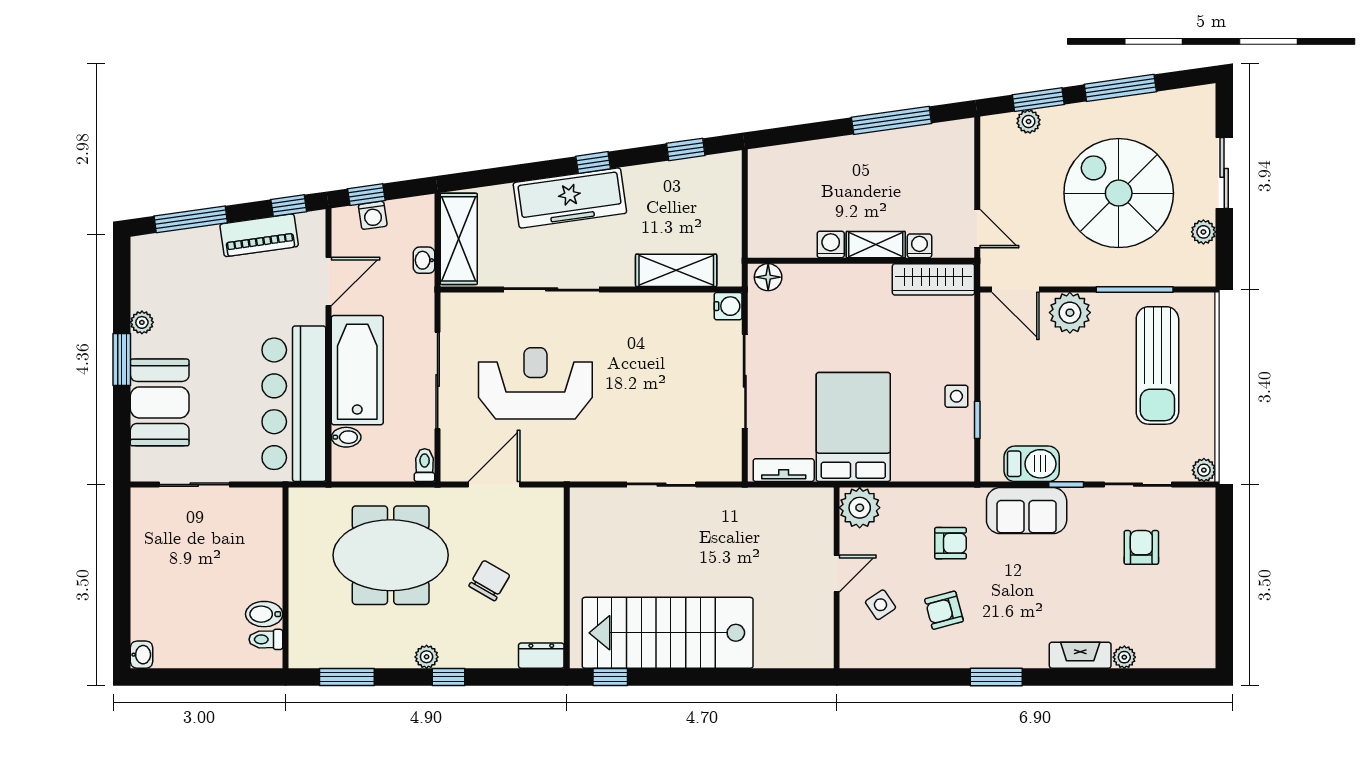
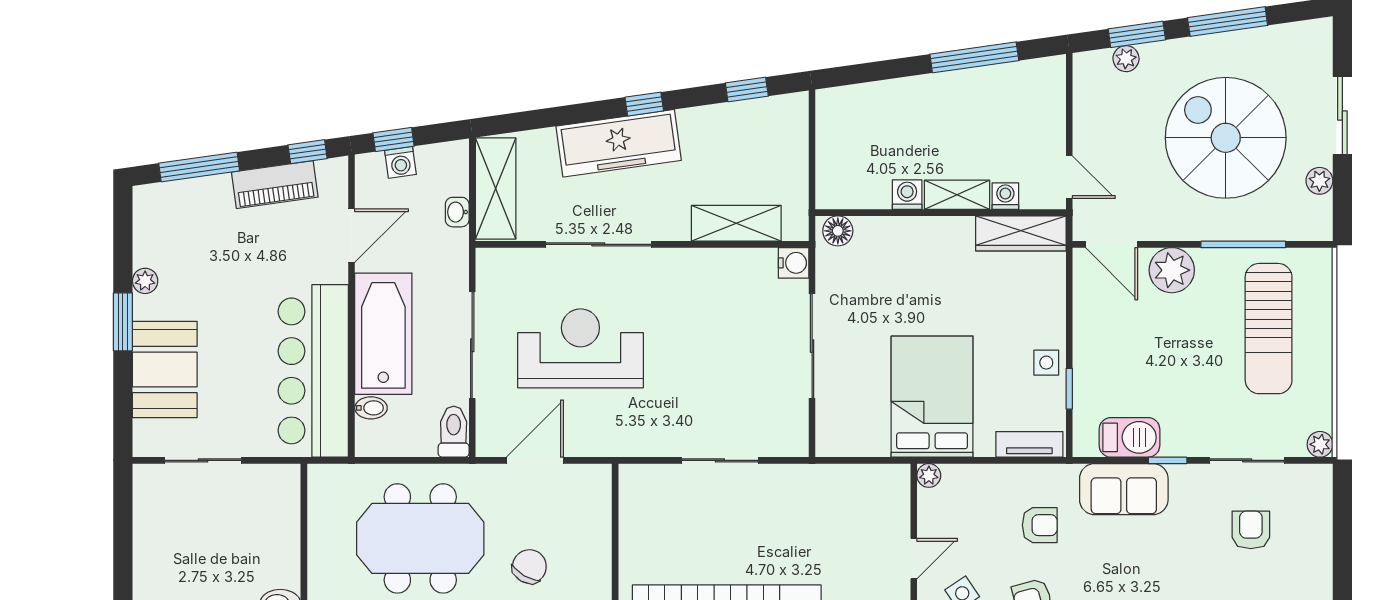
toilet: (425, 465) -> (454, 432), width x1.37, depth x1.39
tv unit: (784, 470) -> (1029, 444), moved
plant: (860, 508) -> (929, 475), width x0.53, depth x0.53

